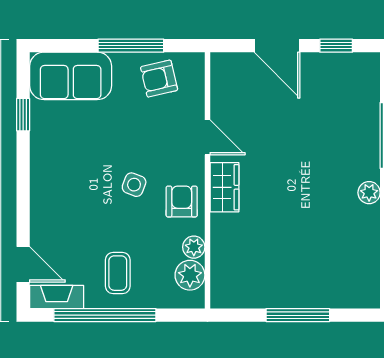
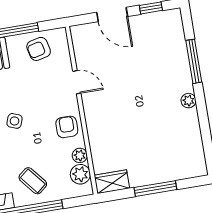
side table: (134, 185) -> (15, 121), moved
wardrobe: (224, 187) -> (112, 182), moved, turned -90
coffee table: (118, 273) -> (33, 181), turned -39

